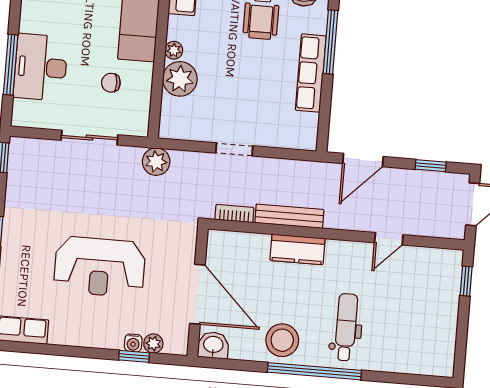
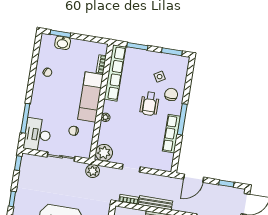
desk: (41, 67) -> (38, 135), moved
plant: (180, 79) -> (104, 153), moved

